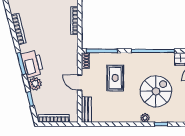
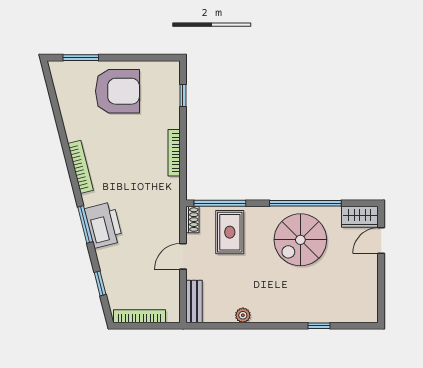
rug: (115, 78) -> (230, 232), moved
door: (80, 83) -> (183, 256), hinge flipped
plant: (35, 84) -> (108, 258), removed
spiral stairs: (156, 91) -> (300, 240), moved, turned 180
plant: (145, 118) -> (243, 315), moved

